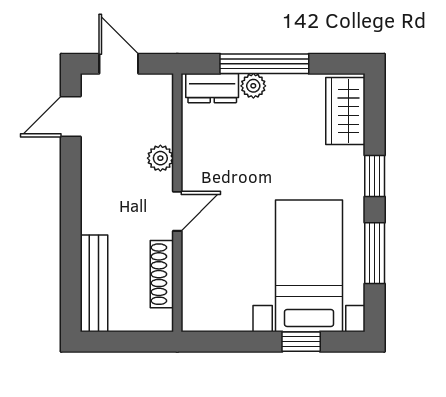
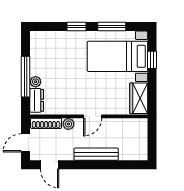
wardrobe: (345, 111) -> (139, 98), moved, turned 90
door: (177, 211) -> (93, 116), swing flipped
shoe rack: (162, 274) -> (46, 123), moved
bench: (94, 283) -> (96, 154), moved

